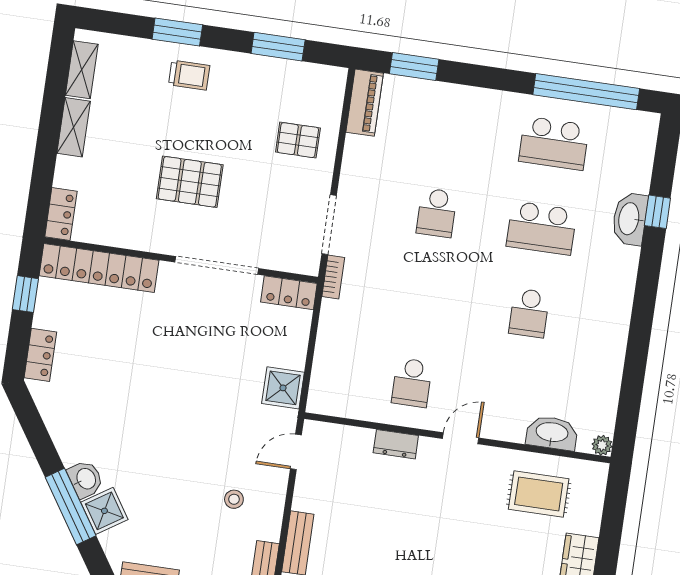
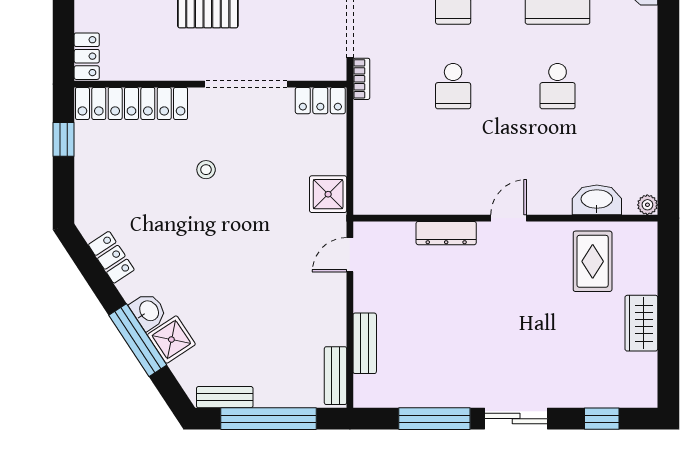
locker: (40, 355) -> (111, 257), moved, turned -33
school desk: (412, 383) -> (453, 86), moved
dresser: (396, 444) -> (446, 233), width x1.44
rug: (539, 494) -> (593, 261), turned 90
stool: (234, 499) -> (206, 170), moved

